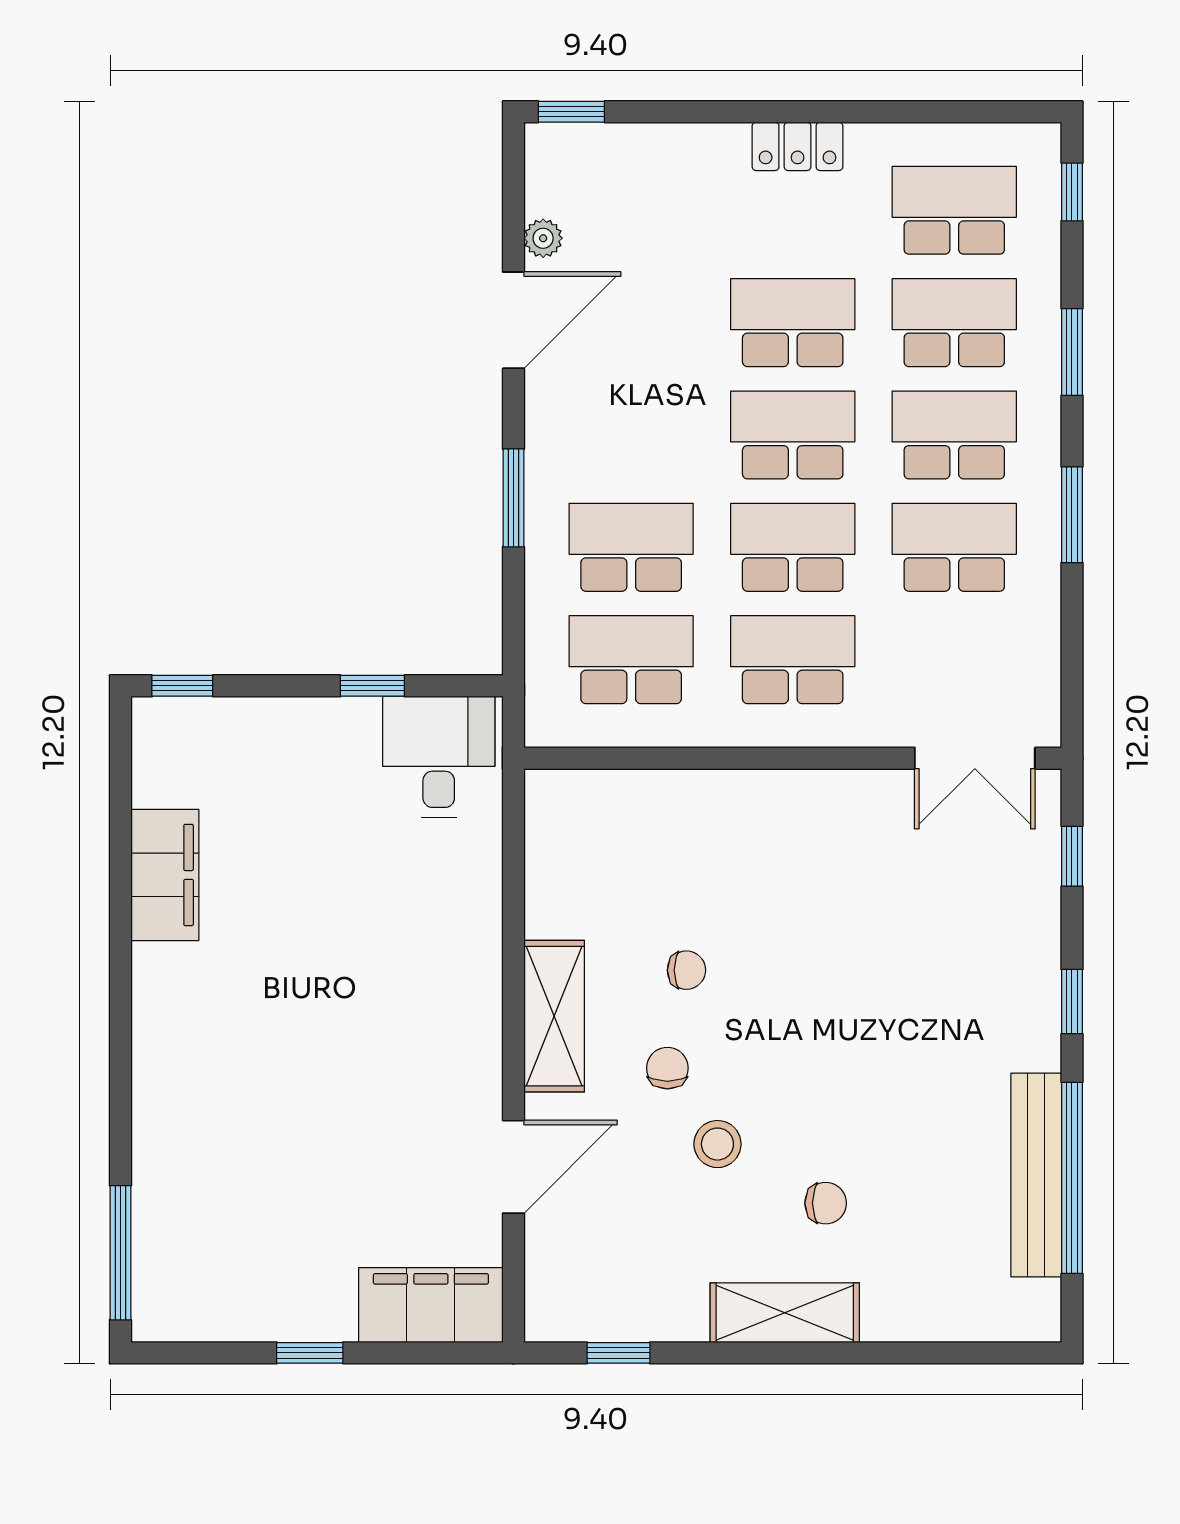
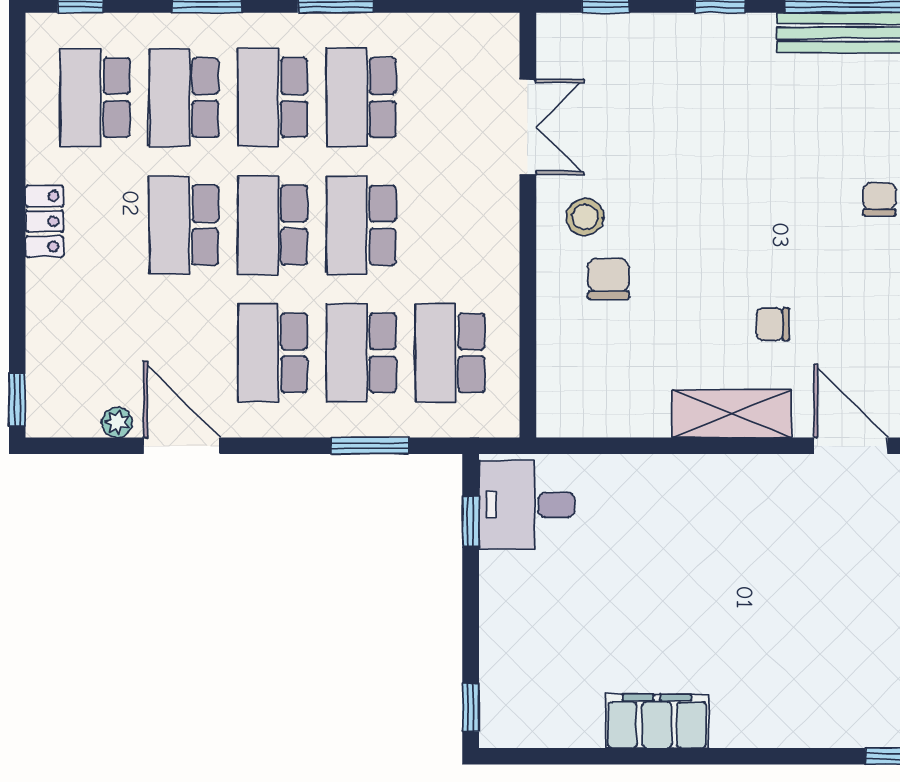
window: (513, 498) -> (370, 446), moved
school desk: (793, 660) -> (273, 353), moved
window: (372, 686) -> (471, 522), moved
double door: (975, 758) -> (528, 127), moved
filing cabinet: (165, 875) -> (657, 721), moved
chair: (686, 970) -> (608, 279), moved, width x1.37, depth x1.37
stool: (717, 1144) -> (585, 217), moved

